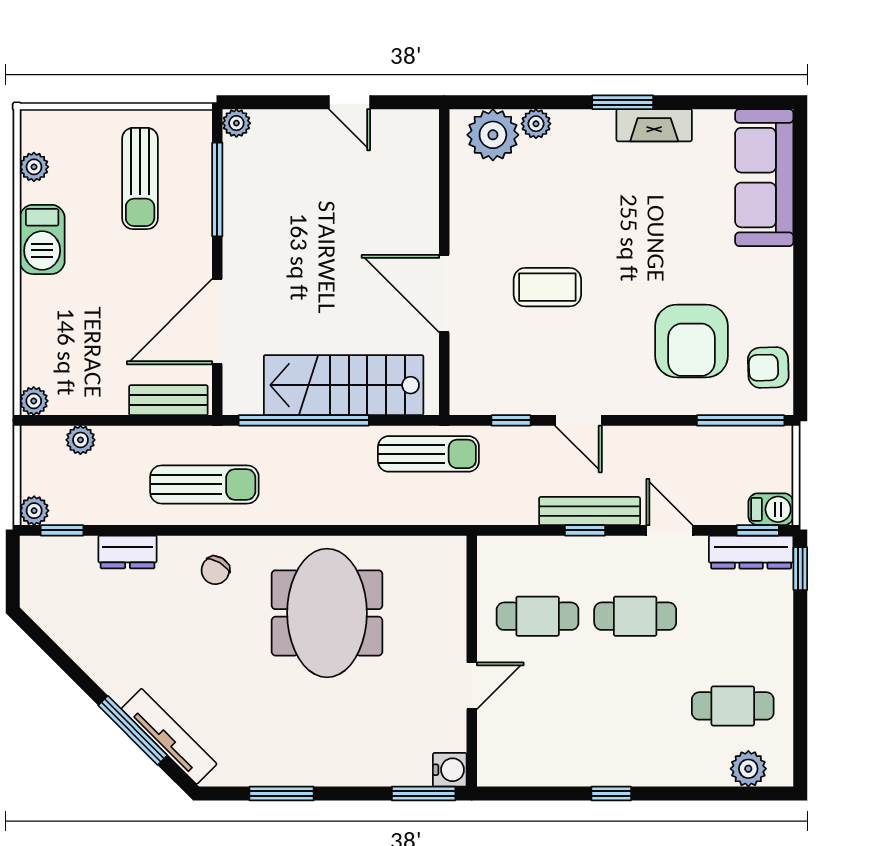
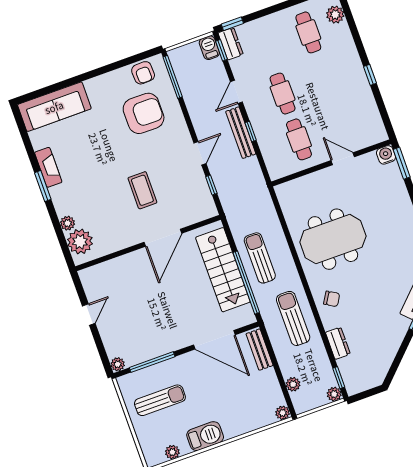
sun lounger: (428, 454) -> (260, 258), moved
dresser: (751, 552) -> (231, 44), width x0.70

